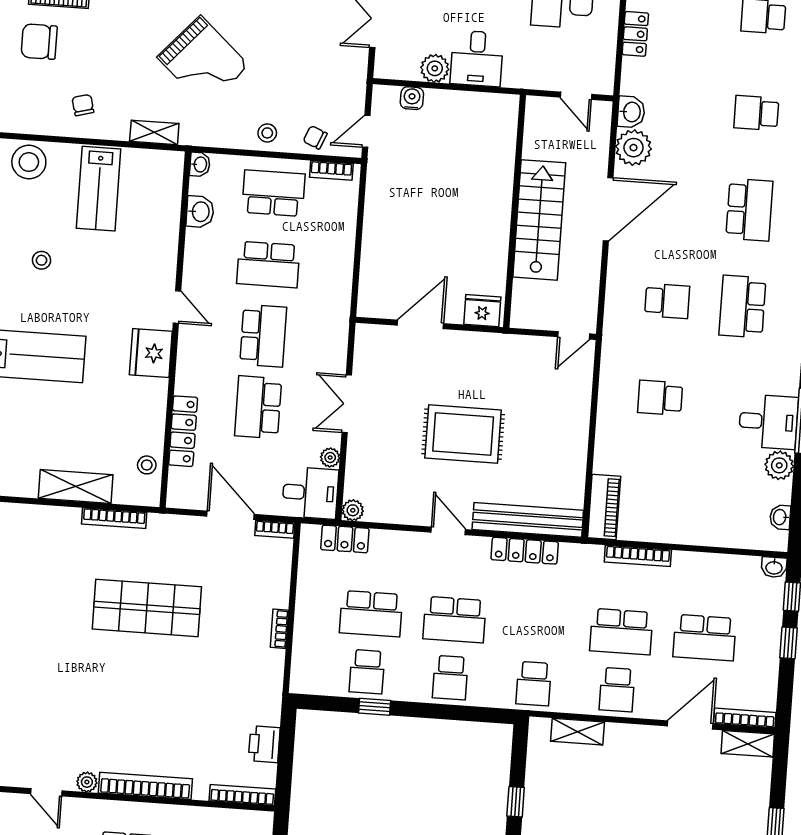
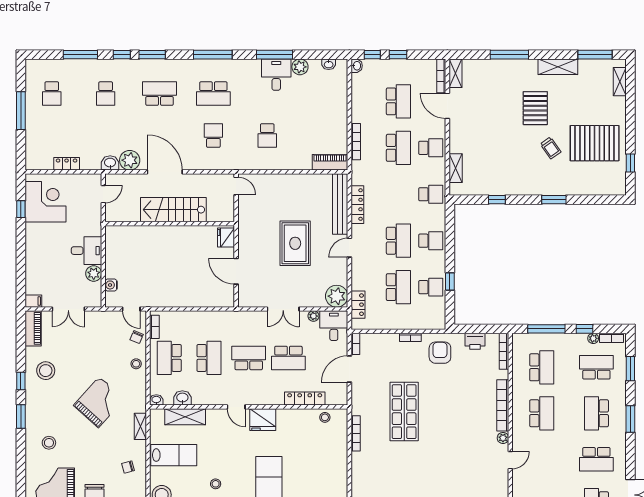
door: (177, 307) -> (236, 407), swing flipped
shelving: (76, 487) -> (185, 417), moved, turned 90
plant: (353, 510) -> (337, 296), width x1.87, depth x1.87
armchair: (248, 680) -> (440, 353), added

